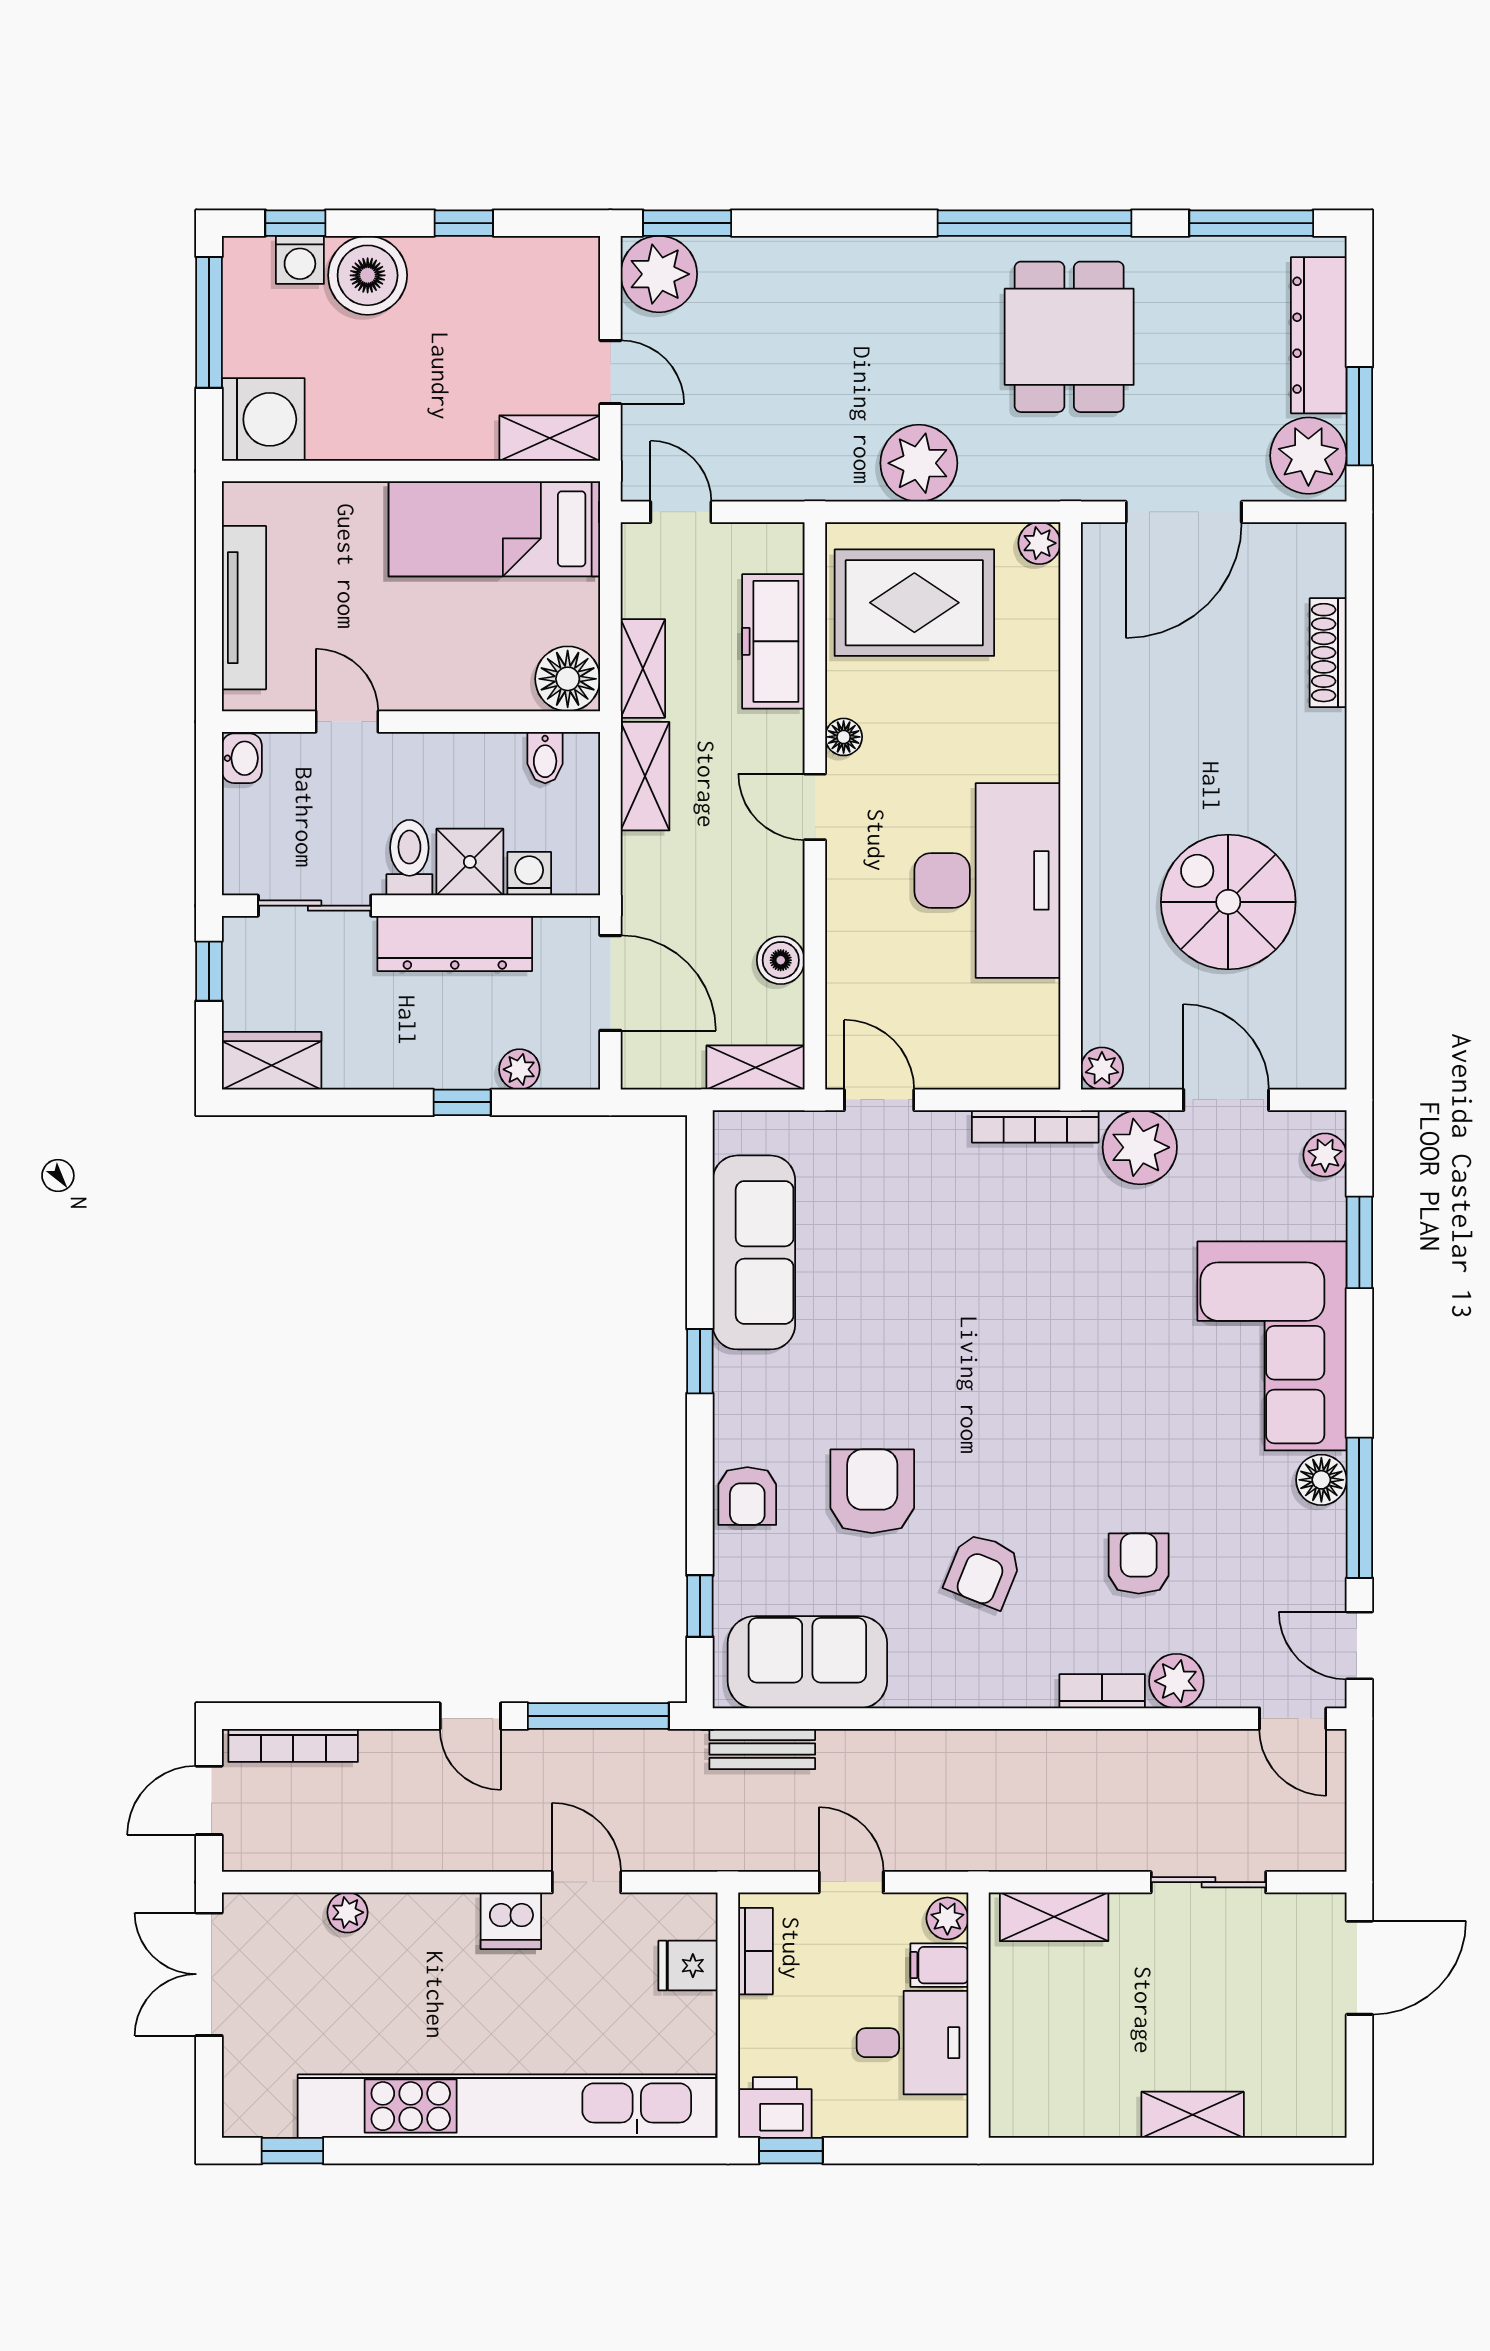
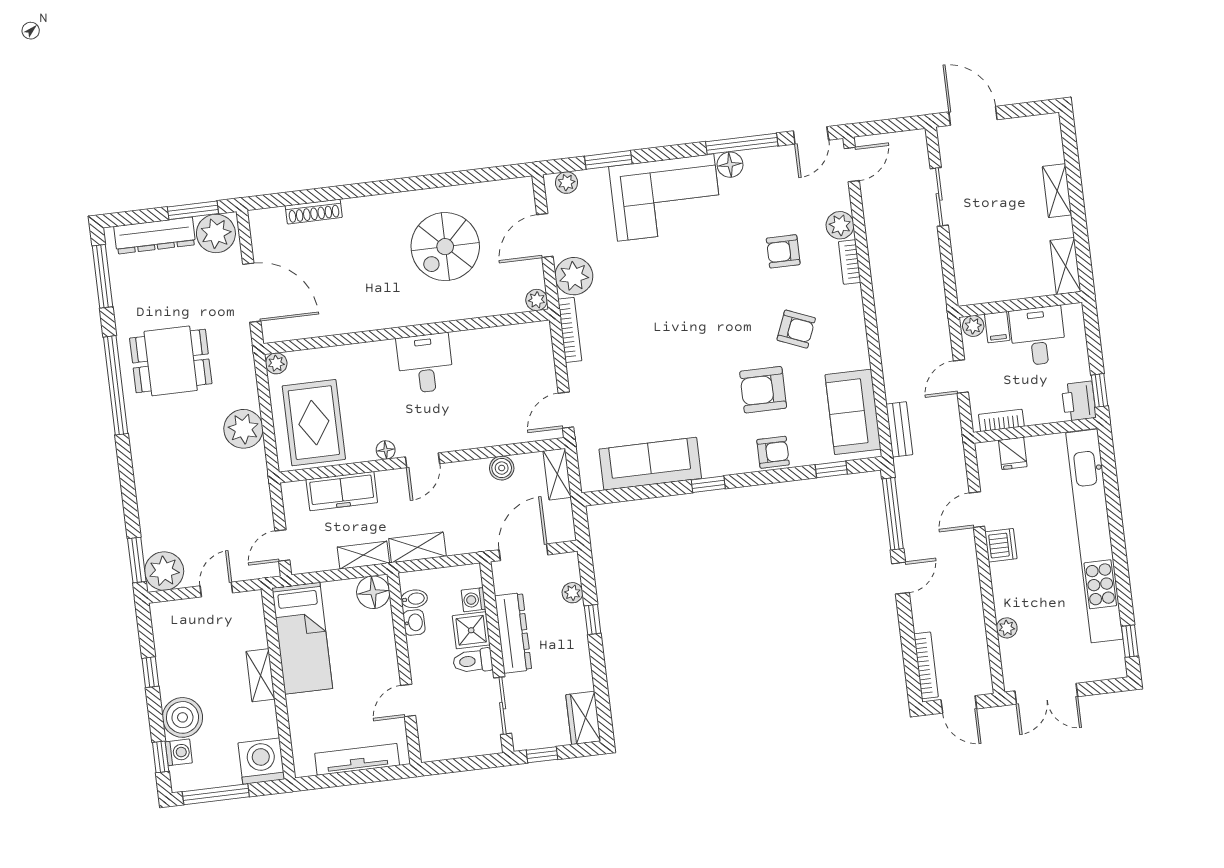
shelving: (550, 438) -> (260, 675), moved
washbasin: (242, 758) -> (414, 623), moved, turned 90
desk: (987, 880) -> (425, 363), width x0.53, depth x0.77
shelving: (1054, 1917) -> (1065, 266), moved

